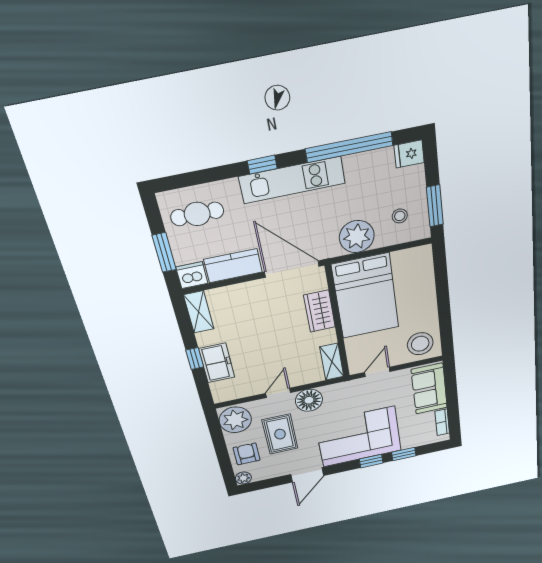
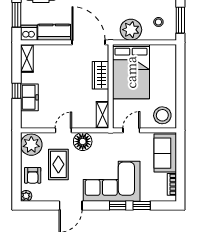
armchair: (247, 454) -> (33, 175), turned 180

